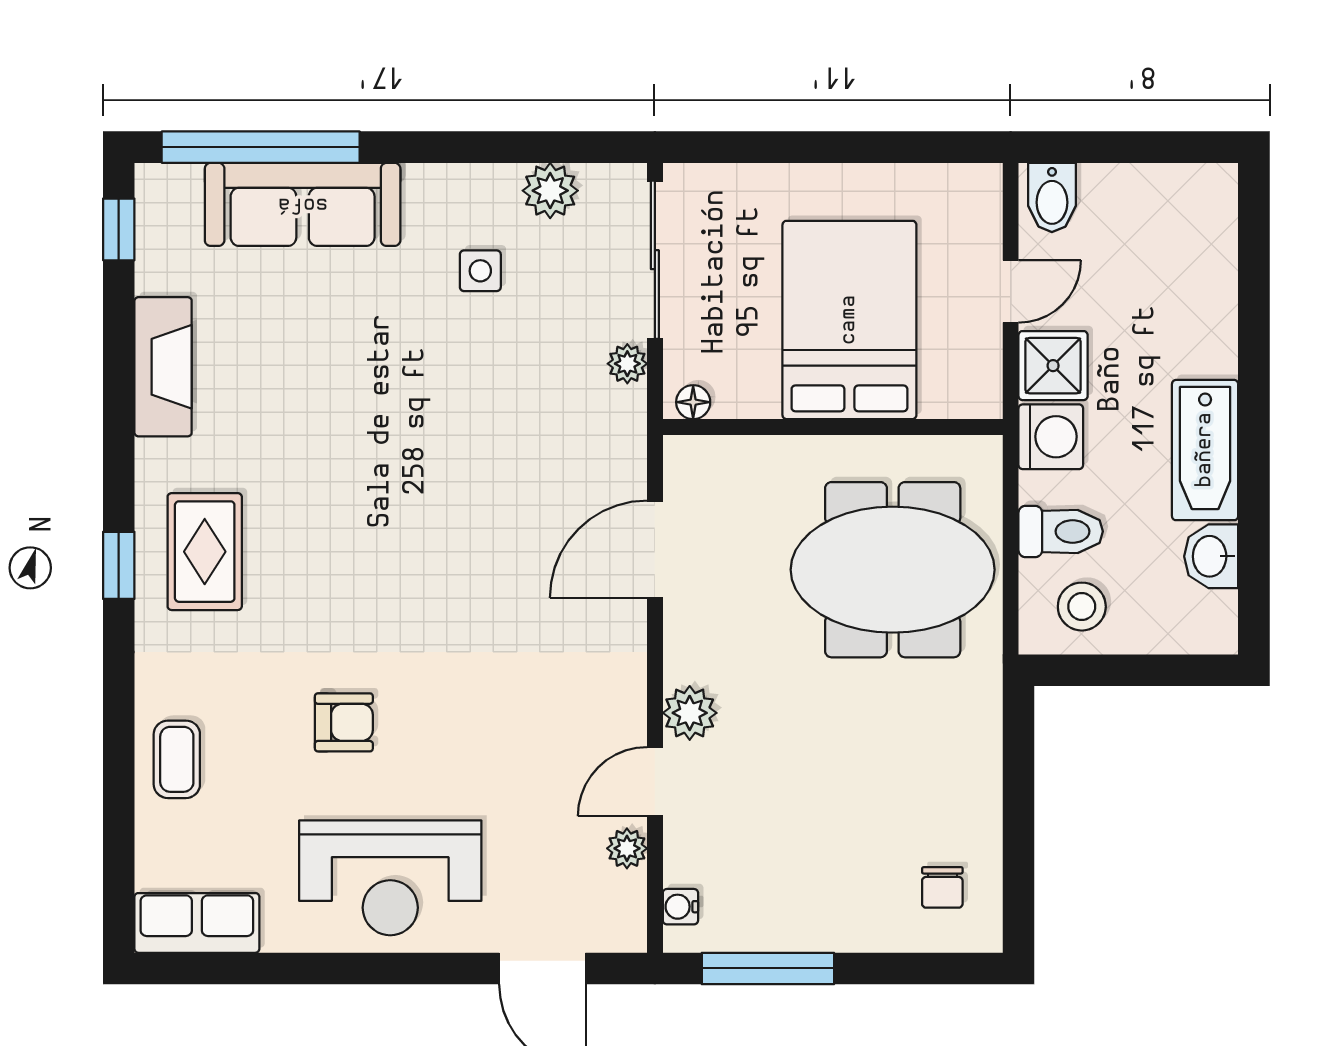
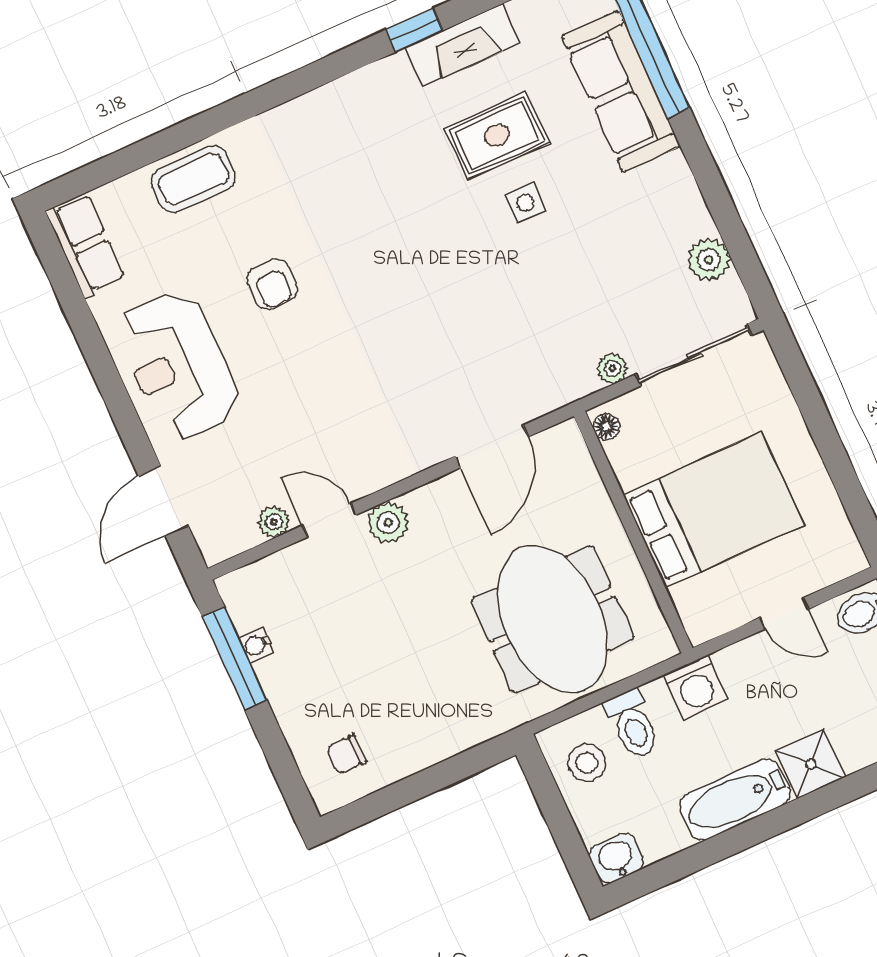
side table: (480, 271) -> (526, 203), moved
shower: (1053, 366) -> (811, 764), moved
door: (655, 549) -> (492, 447), swing flipped
rug: (205, 552) -> (497, 136), moved
washbasin: (1211, 556) -> (616, 858), moved
window: (119, 565) -> (414, 30), moved
coffee table: (177, 759) -> (193, 179), width x1.36, depth x1.30
water cooler: (680, 907) -> (257, 645), moved, turned -90

